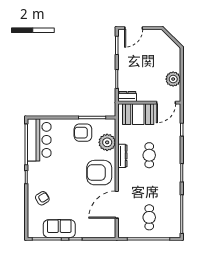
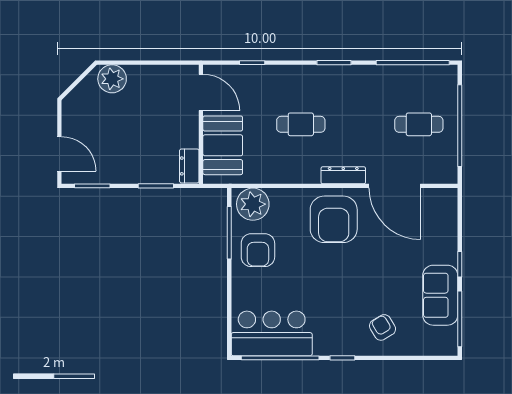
plant: (173, 79) -> (112, 79), moved
plant: (107, 142) -> (253, 204), moved
dresser: (122, 156) -> (343, 175), moved

